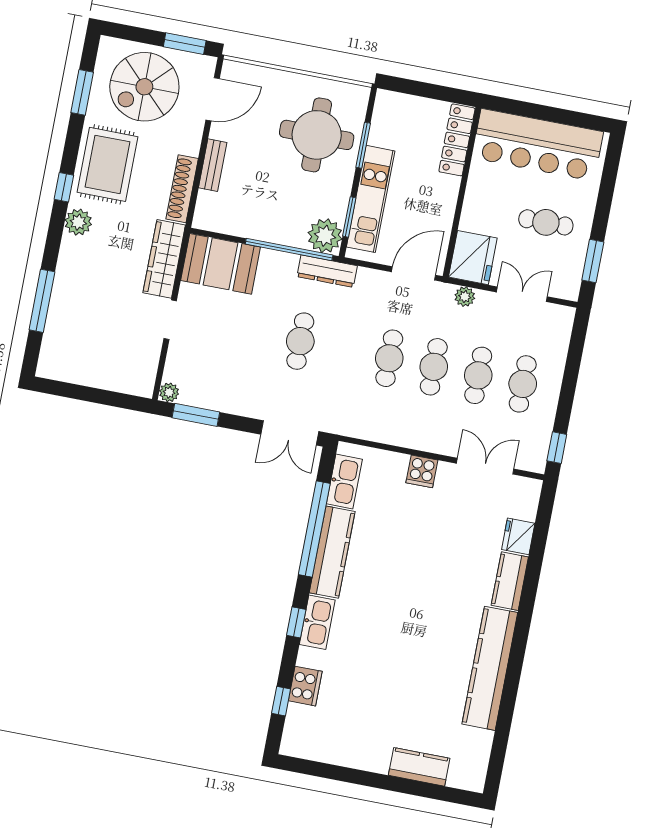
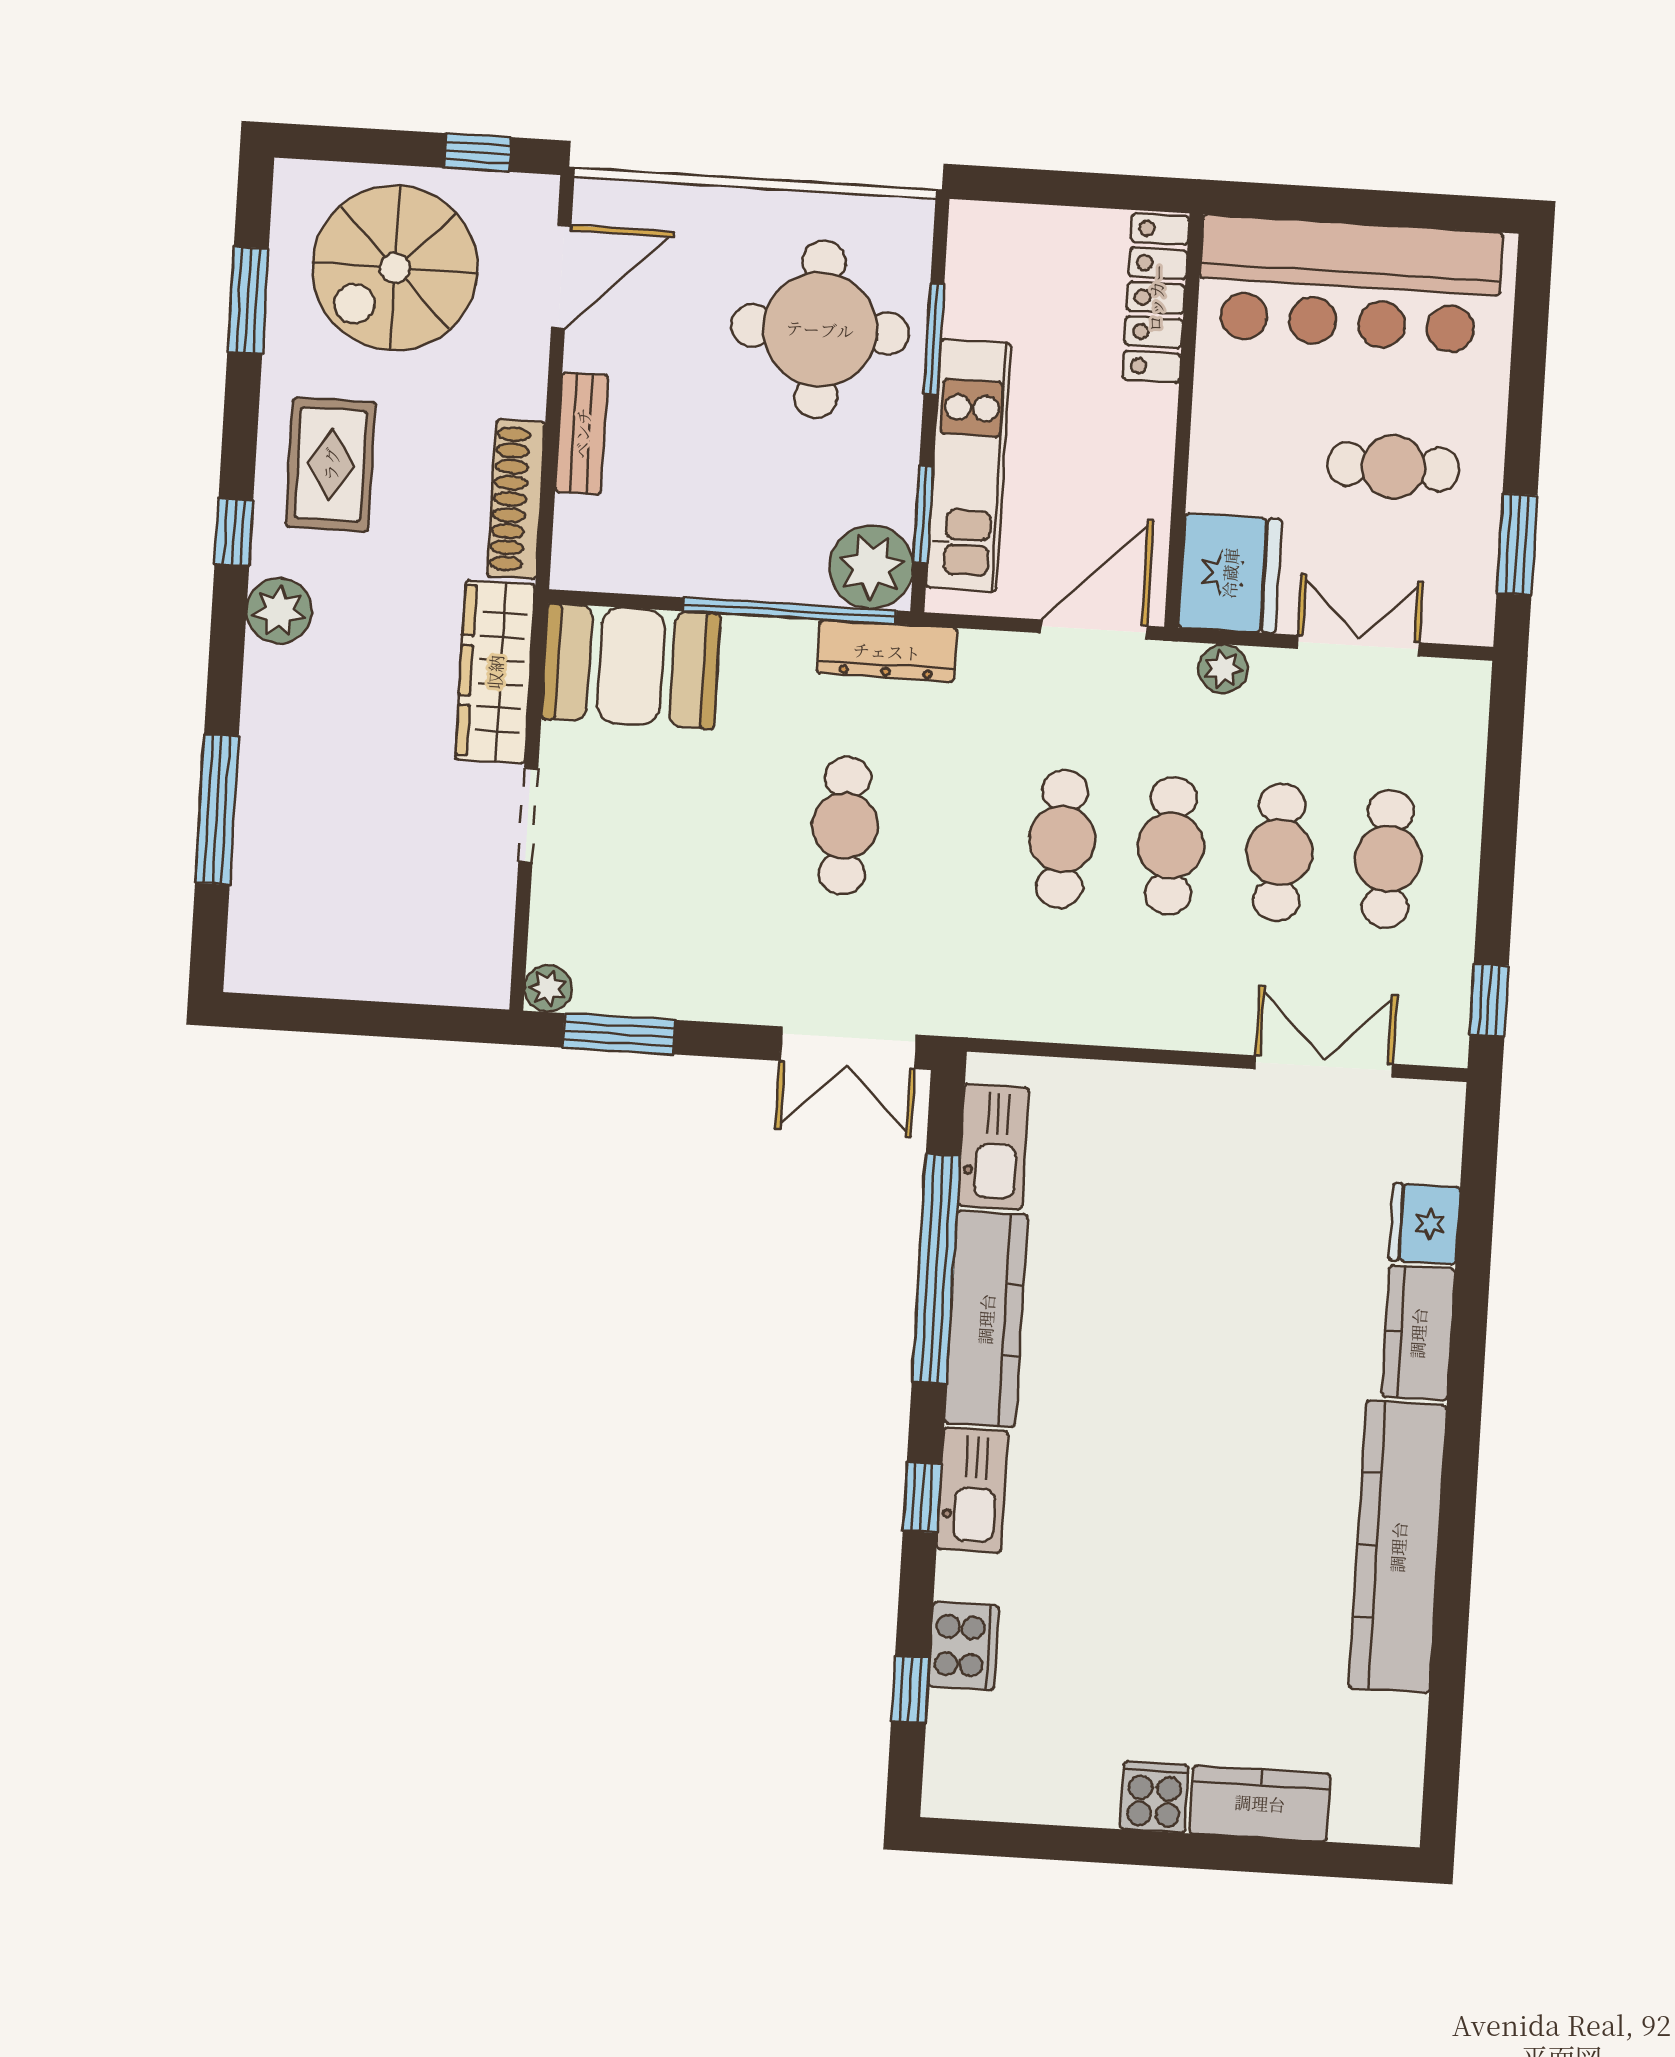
window: (185, 44) -> (477, 153), width x0.67
rug: (107, 164) -> (331, 464), width x0.73, depth x0.70
cooker: (422, 471) -> (1154, 1797), moved, turned 180

